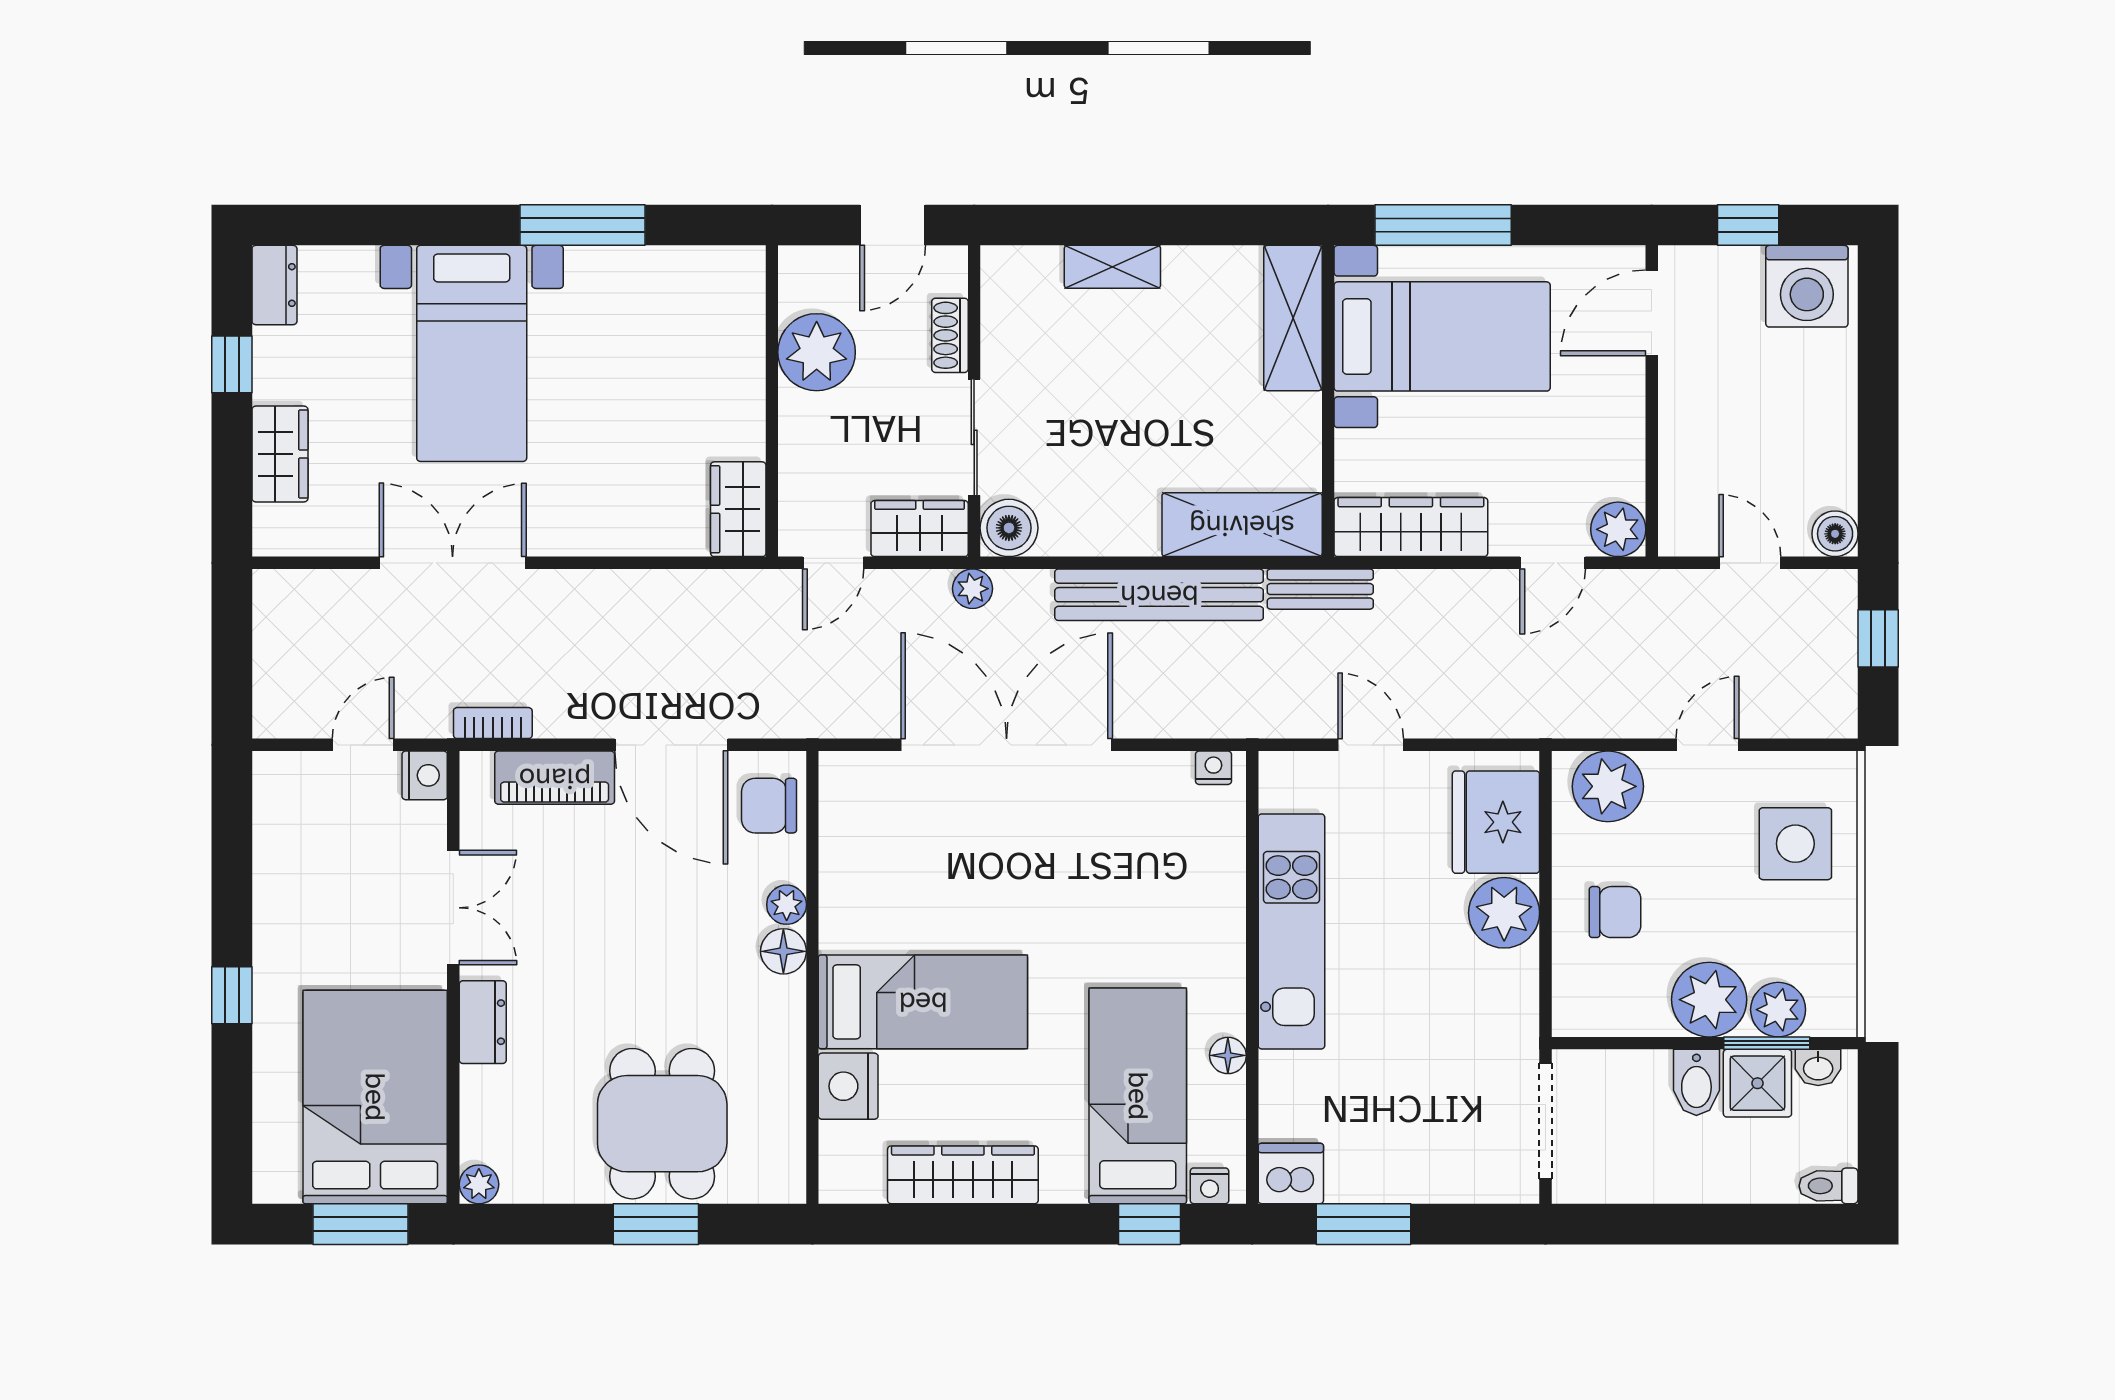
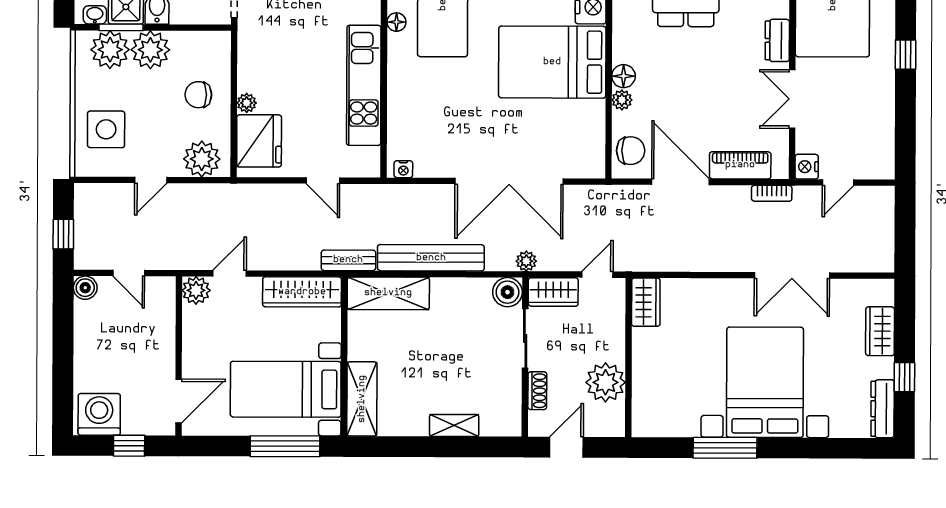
dresser: (274, 285) -> (883, 409), width x1.44
bed with nightstands: (472, 353) -> (765, 382), width x1.36
plant: (1504, 913) -> (247, 103), width x0.53, depth x0.53
bed: (923, 1002) -> (552, 62), width x1.50
plant: (1778, 1010) -> (110, 50), width x1.36, depth x1.36

